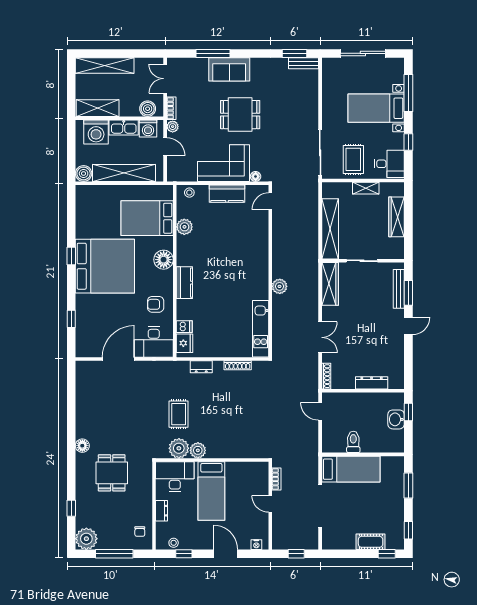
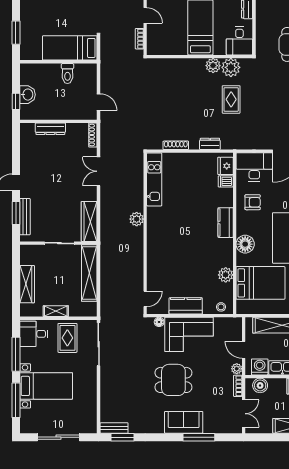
window: (408, 142) -> (16, 354), width x2.17
desk: (175, 477) -> (239, 41), width x0.73

